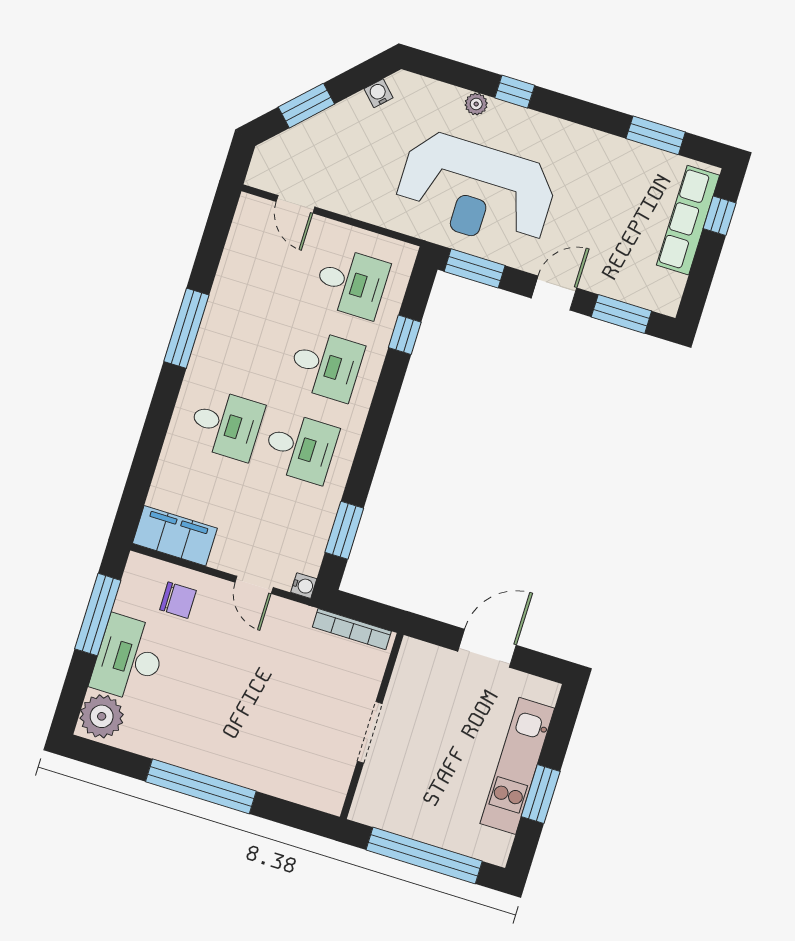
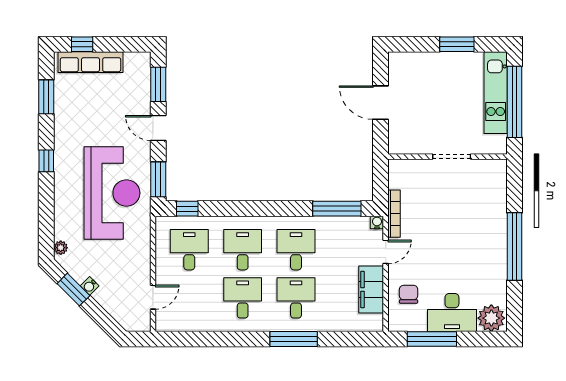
window: (515, 92) -> (46, 161), moved
water cooler: (379, 93) -> (90, 286), moved
plant: (476, 104) -> (61, 248), moved
window: (306, 106) -> (73, 290), moved
window: (186, 328) -> (294, 339), moved
window: (405, 335) -> (187, 209), moved
desk: (252, 342) -> (243, 298), added
window: (344, 530) -> (337, 209), width x1.44
filing cabinet: (175, 536) -> (371, 289), moved
bookcase: (352, 629) -> (394, 214), moved
kitchen unit: (517, 766) -> (496, 93), moved, turned 90

